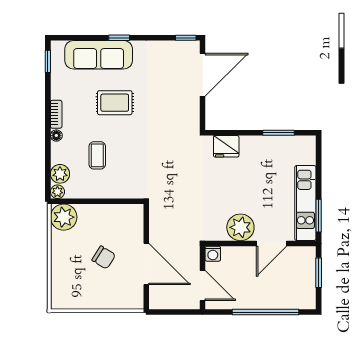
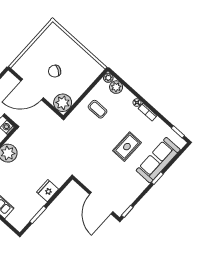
fridge: (226, 146) -> (48, 191), moved
coffee table: (97, 155) -> (98, 109), moved
plant: (64, 217) -> (63, 103), moved

